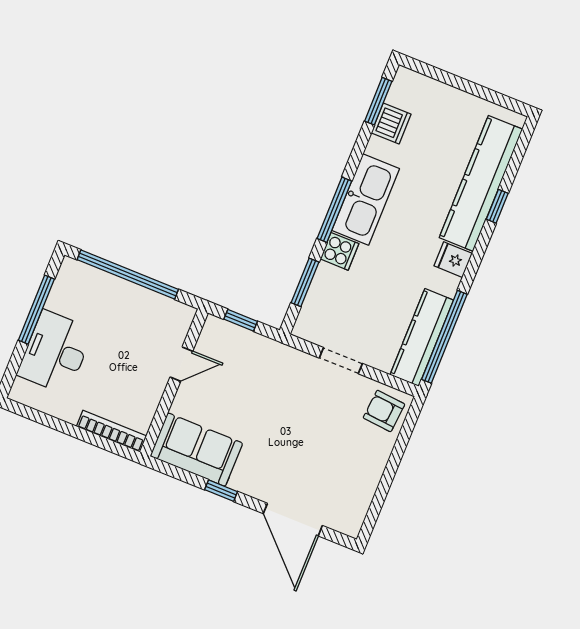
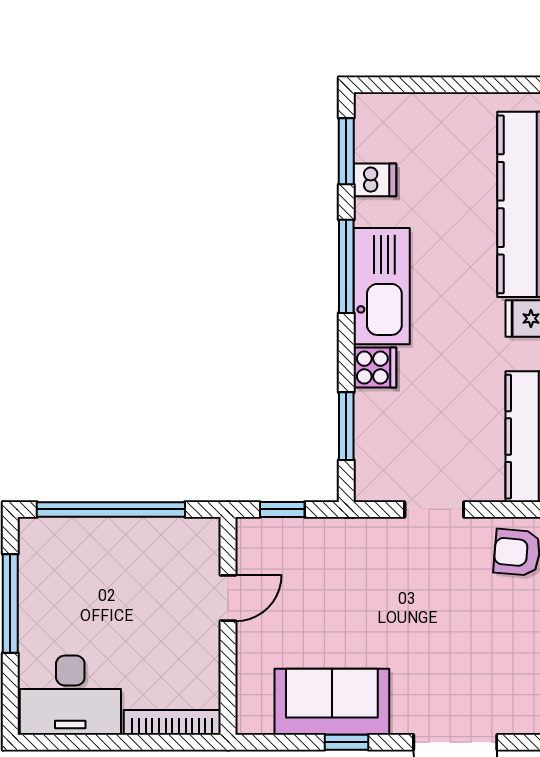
dishwasher: (391, 124) -> (375, 180), width x0.73
window: (334, 210) -> (346, 266), moved
desk: (55, 352) -> (70, 695), moved, turned -90
sofa: (196, 450) -> (332, 702), moved

